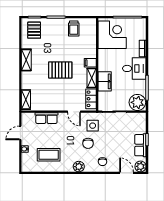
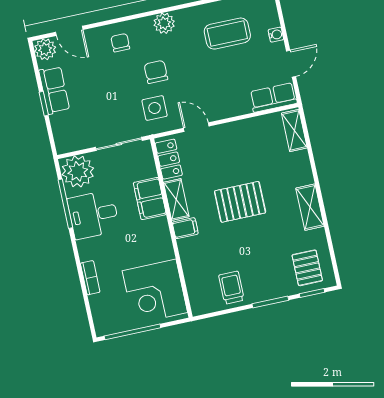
desk: (134, 68) -> (93, 215), moved
row of seats: (46, 118) -> (273, 97), moved

